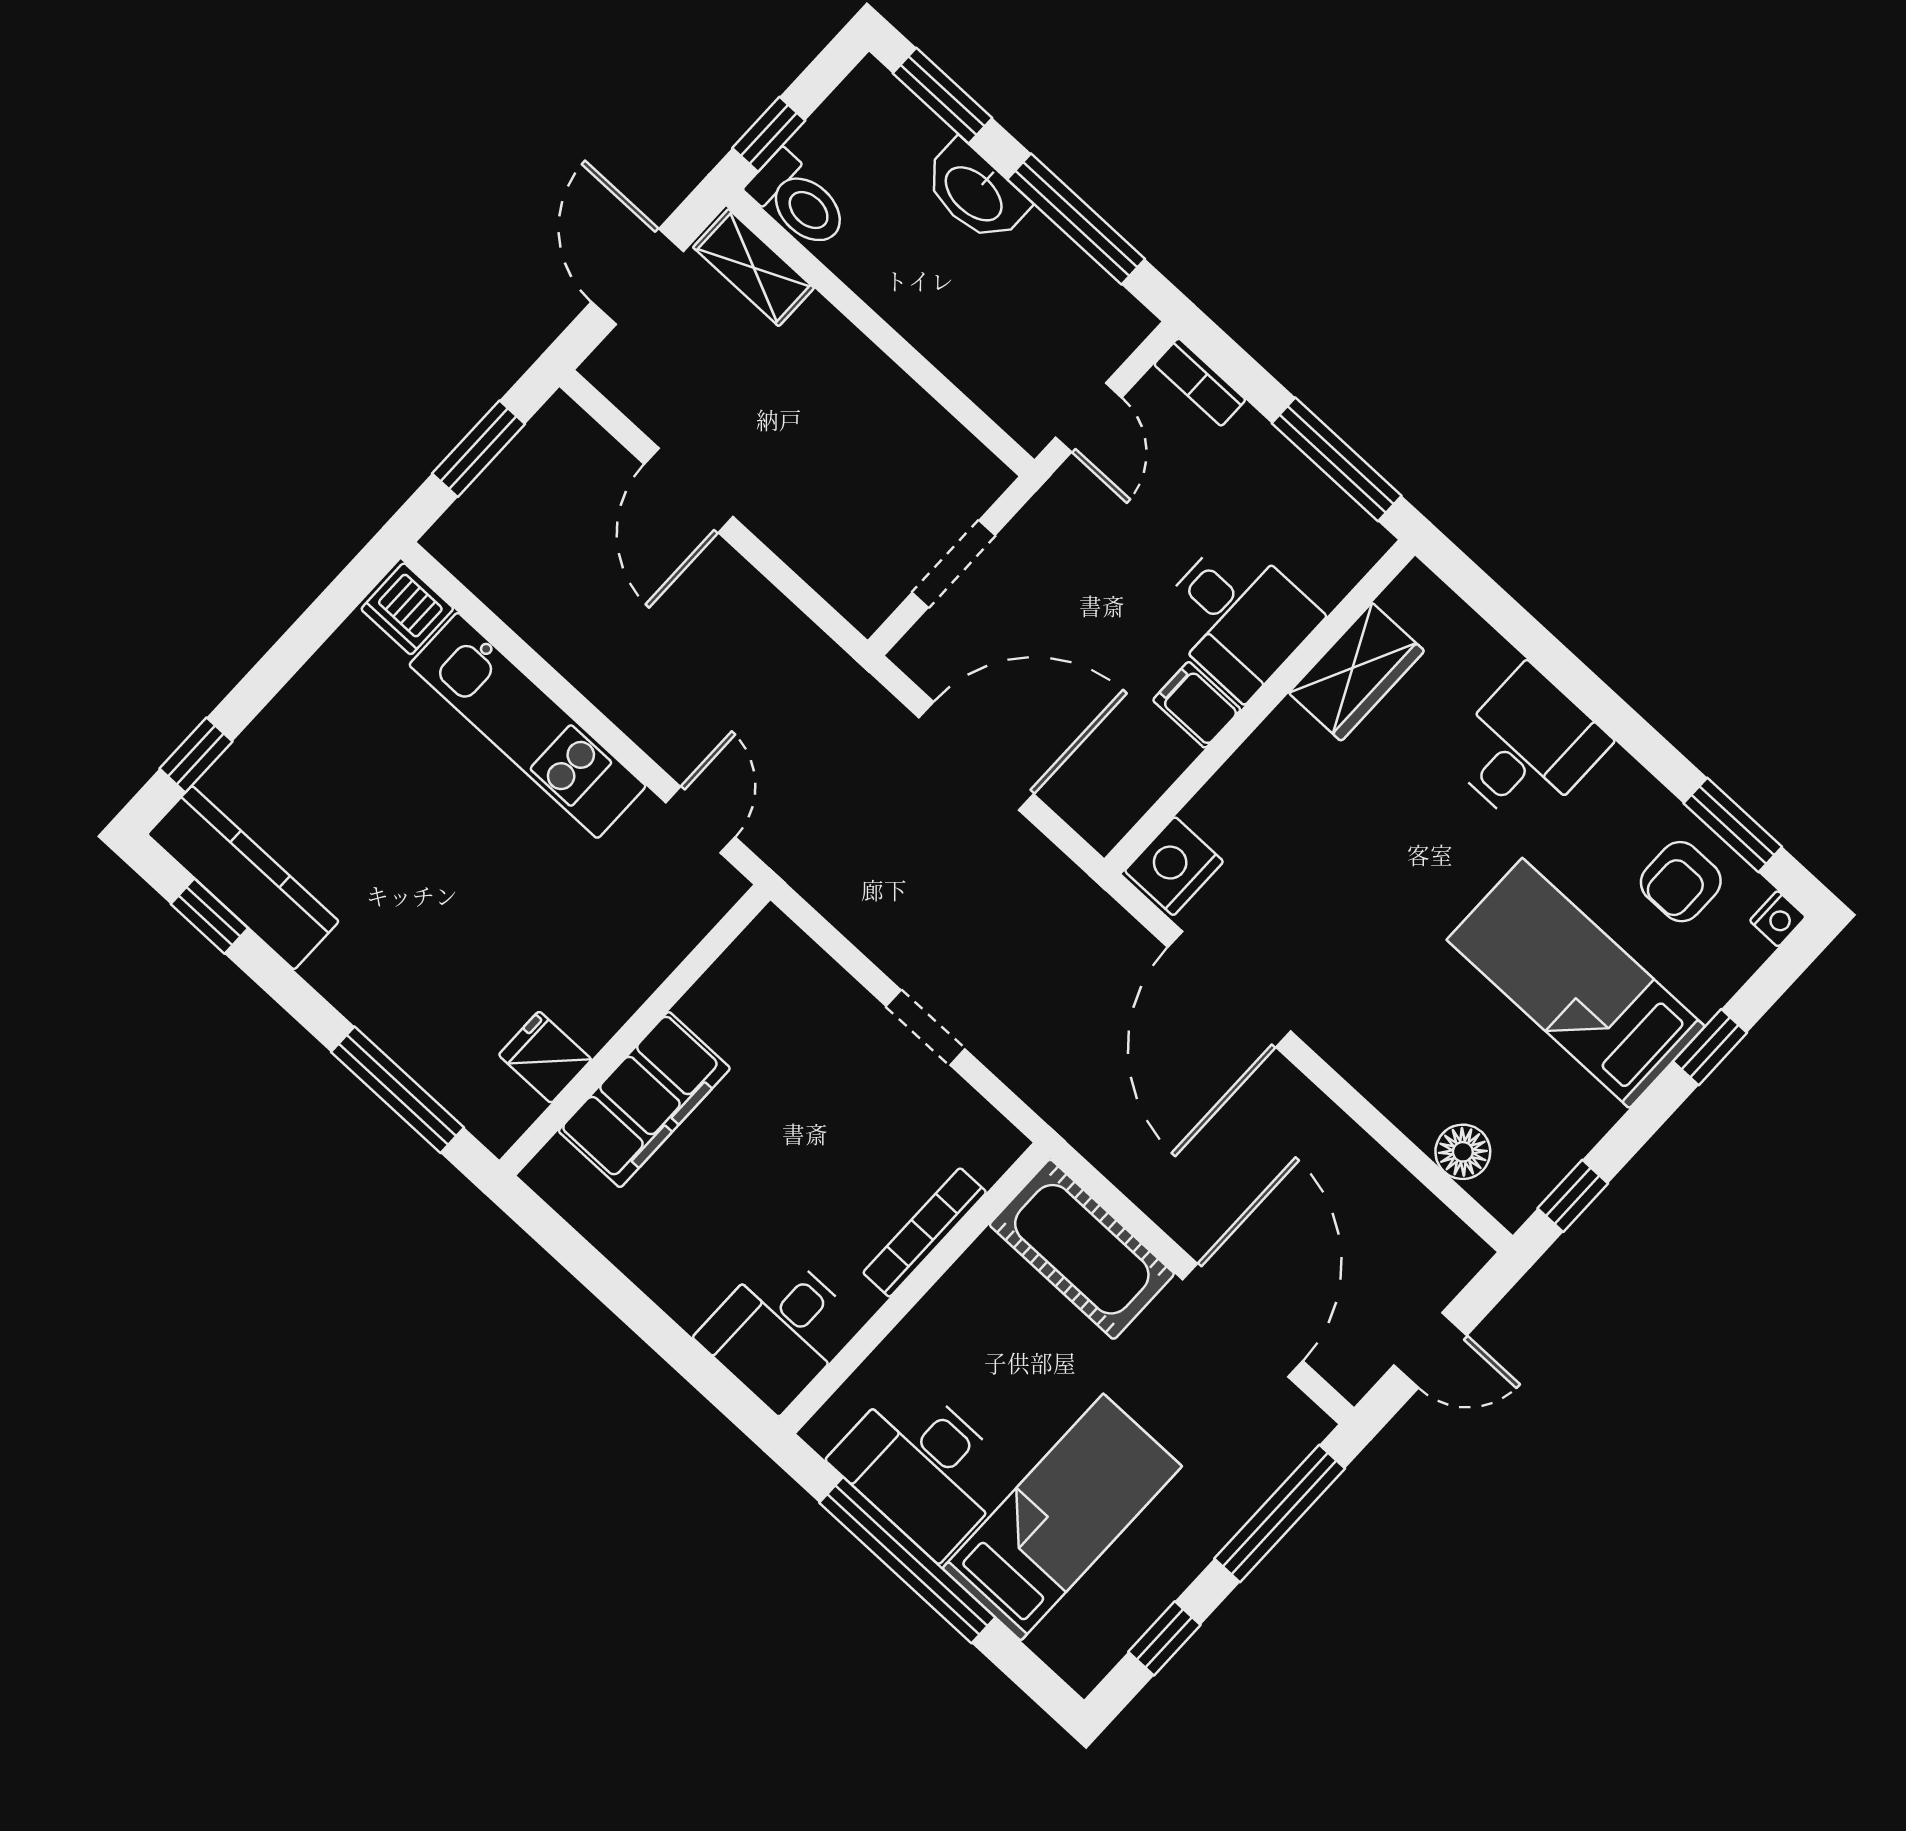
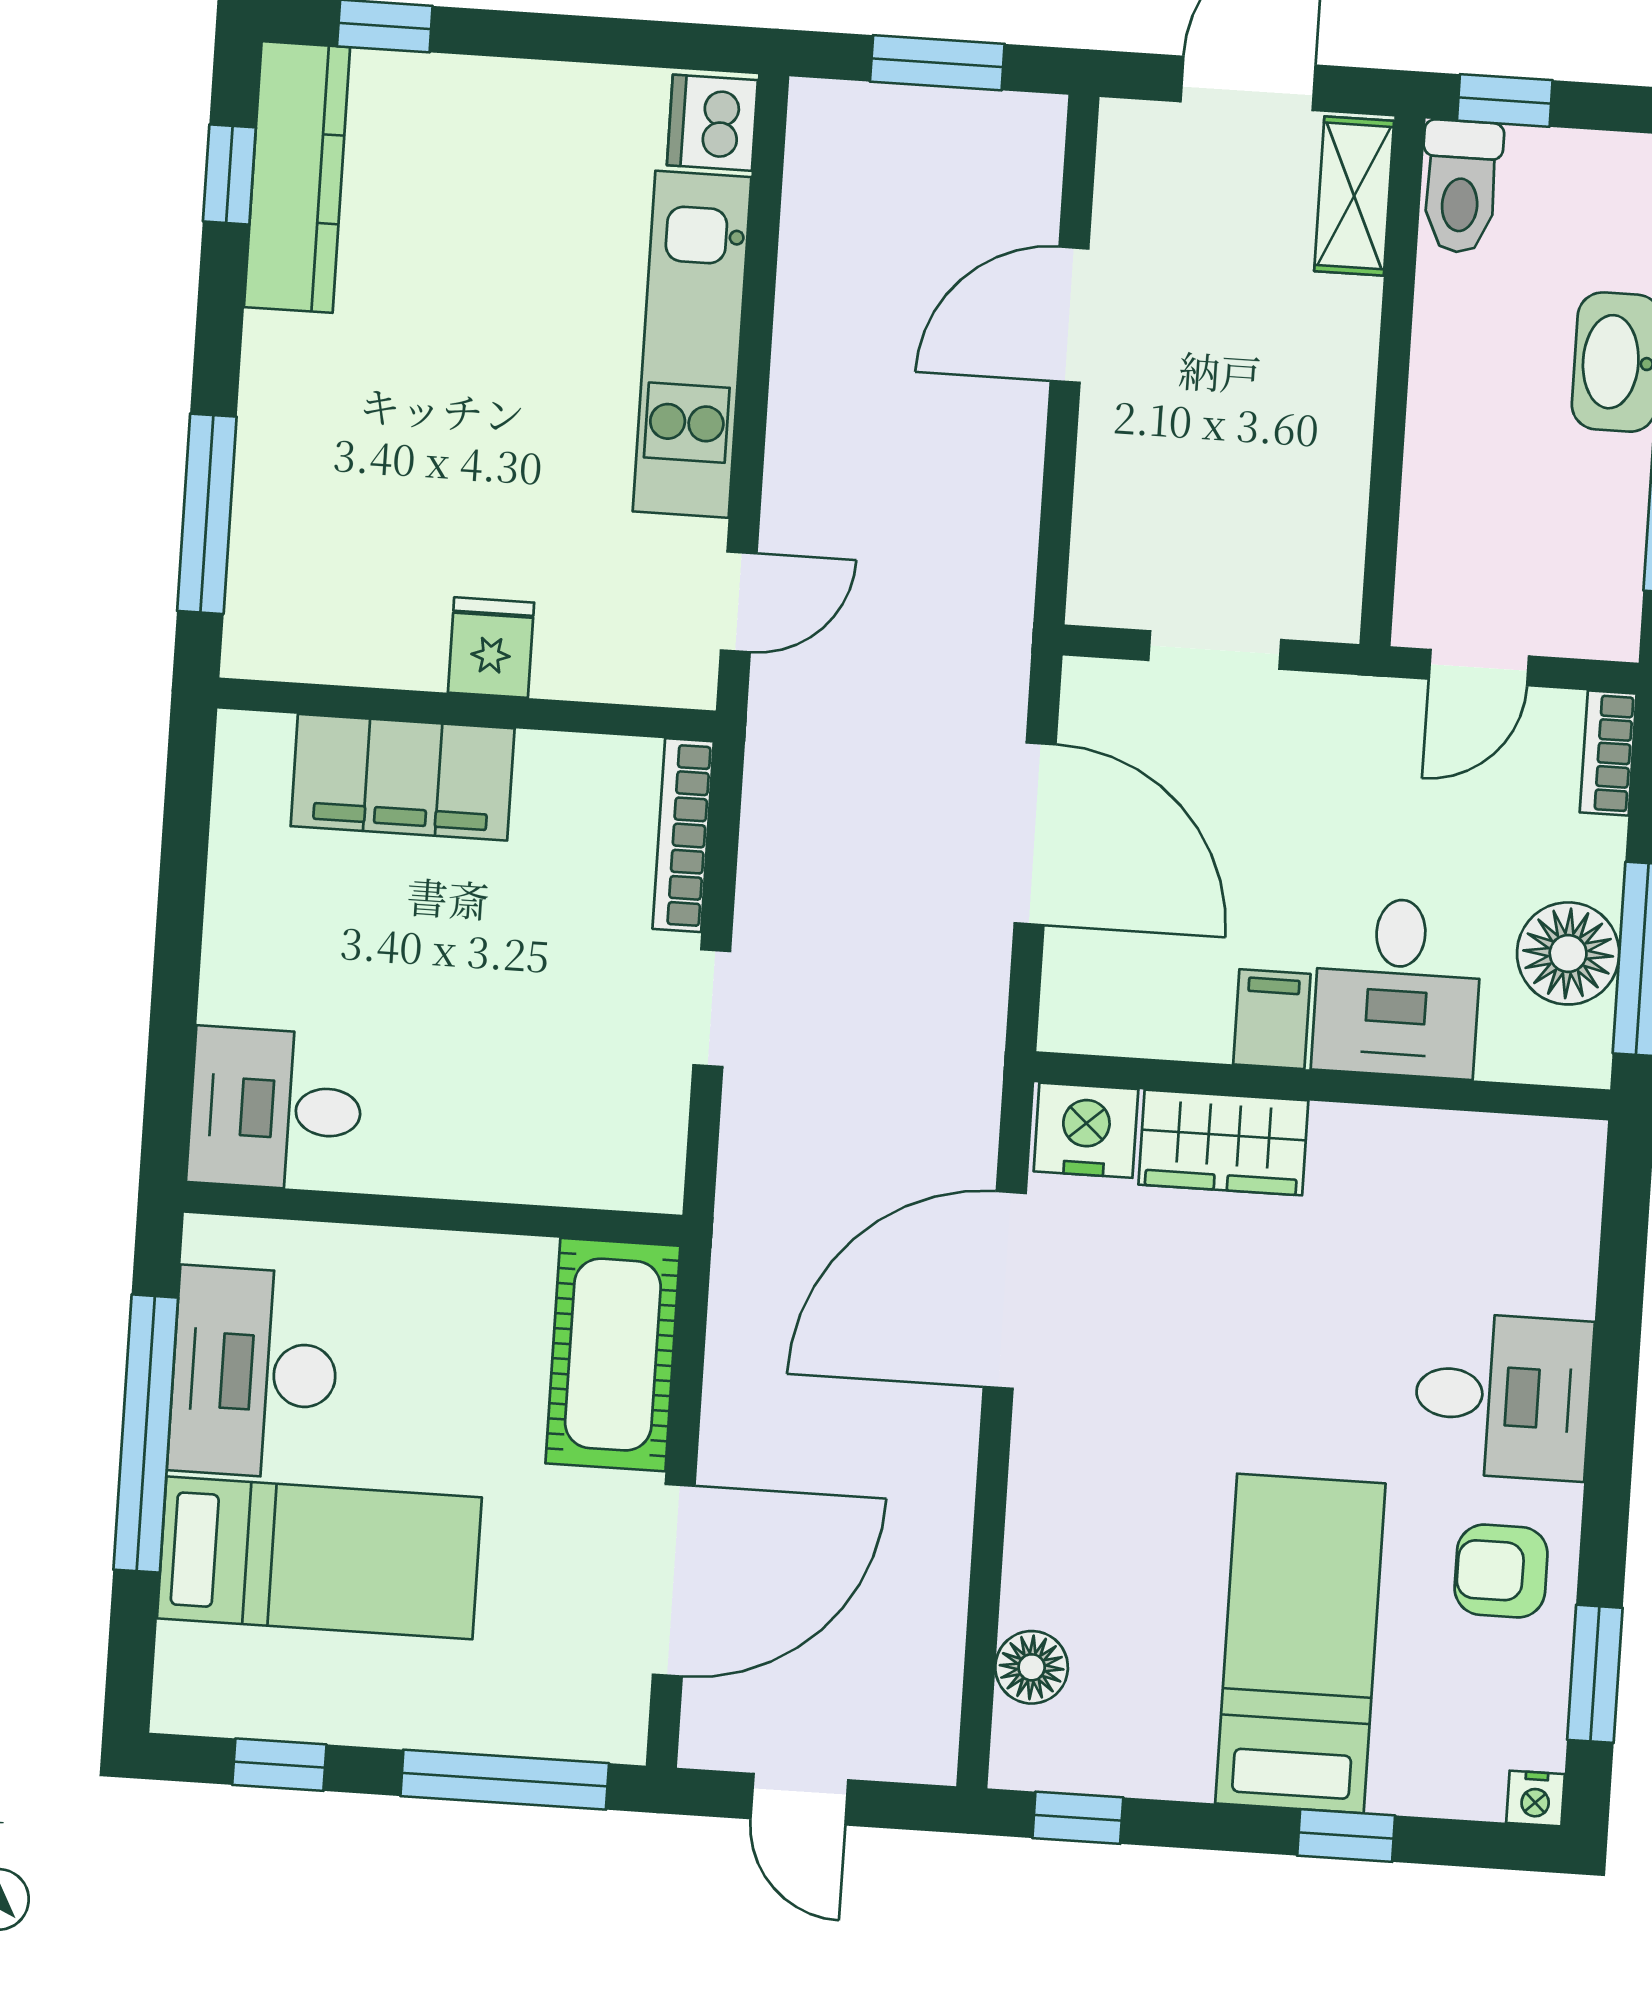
floor lamp: (1298, 500) -> (1568, 953), added
wardrobe: (1357, 672) -> (1223, 1143), moved
armchair: (1681, 882) -> (1501, 1571), moved
fridge: (545, 1057) -> (491, 648), moved
bookcase: (925, 1232) -> (683, 835), moved, turned -90

